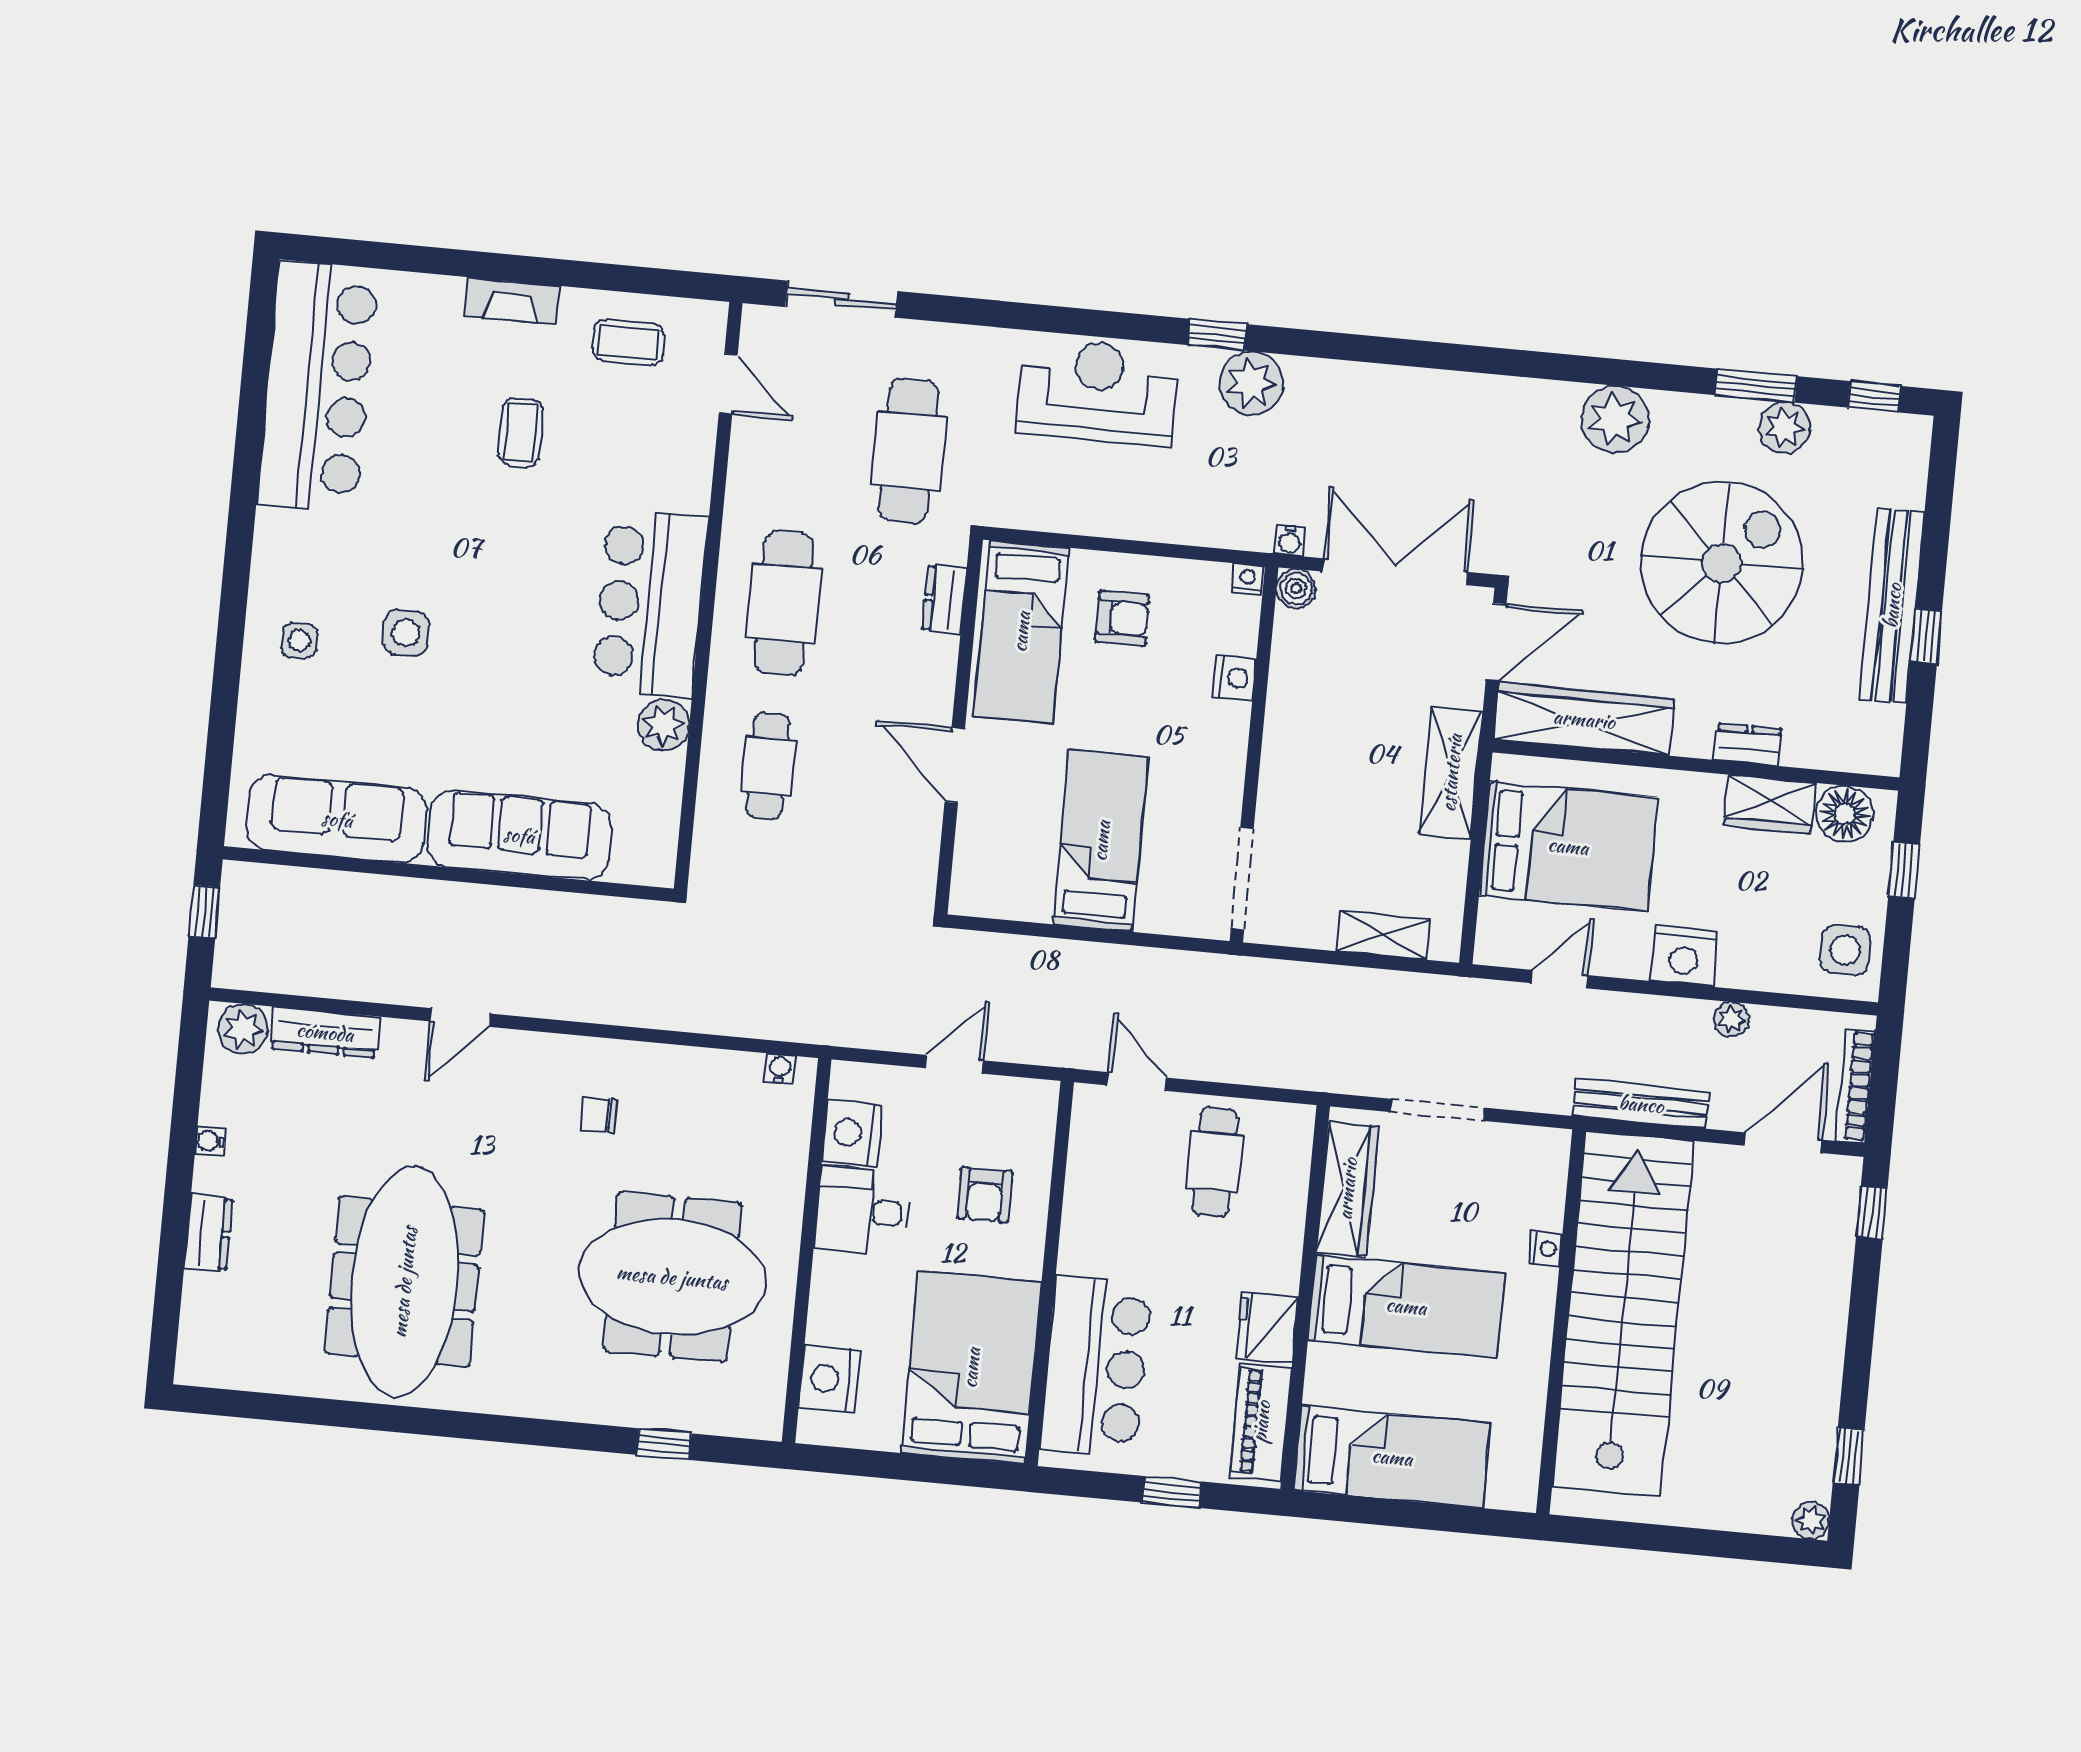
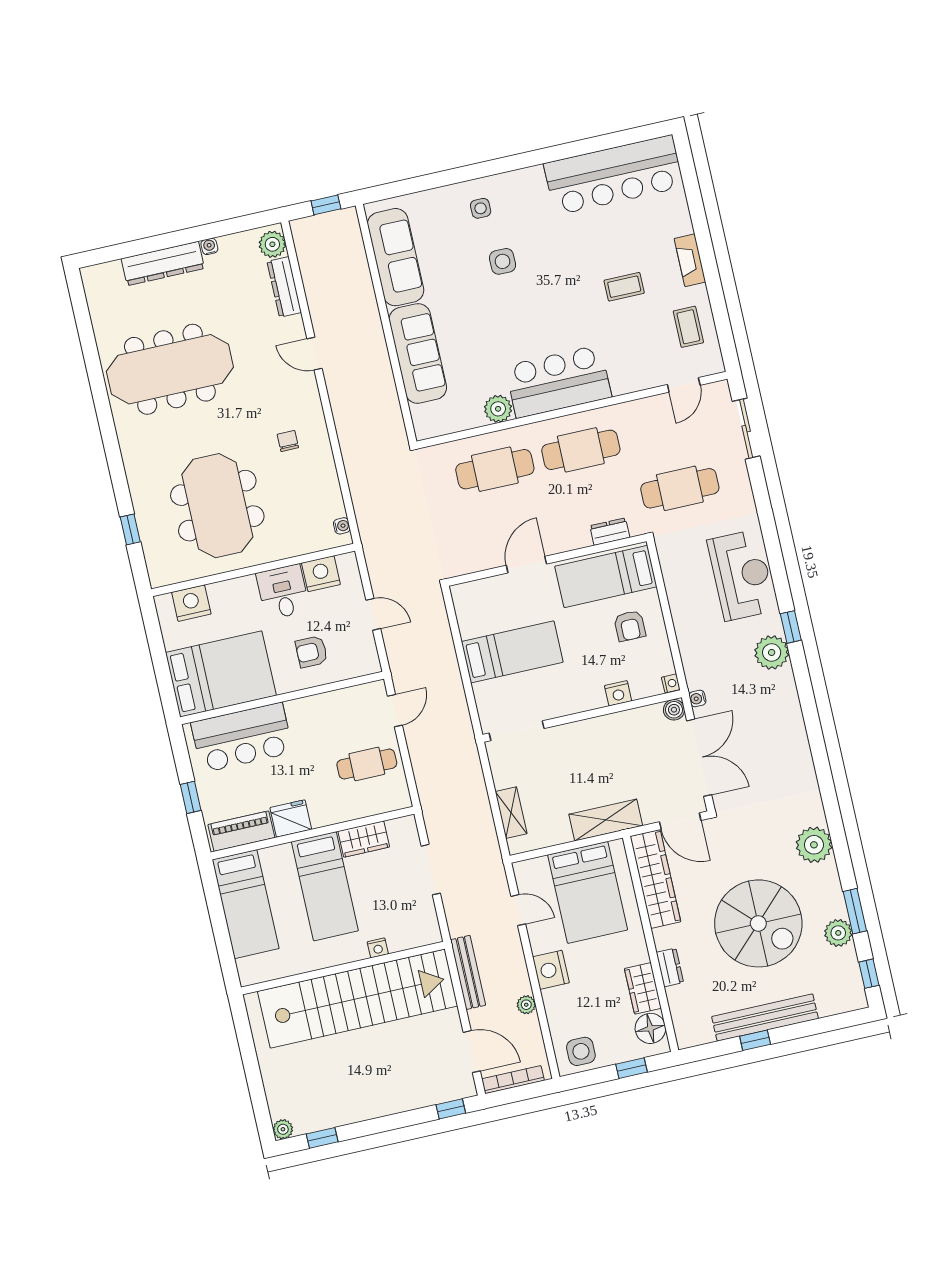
cafe table: (768, 766) -> (495, 469), width x1.37, depth x1.35
wardrobe: (1347, 1189) -> (364, 839), width x0.67
dresser: (208, 1233) -> (163, 263), width x1.96, depth x1.24

